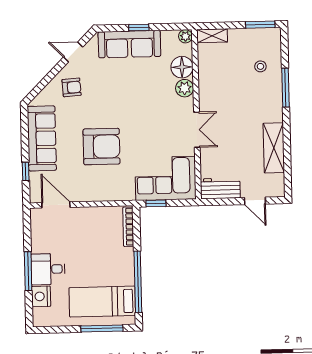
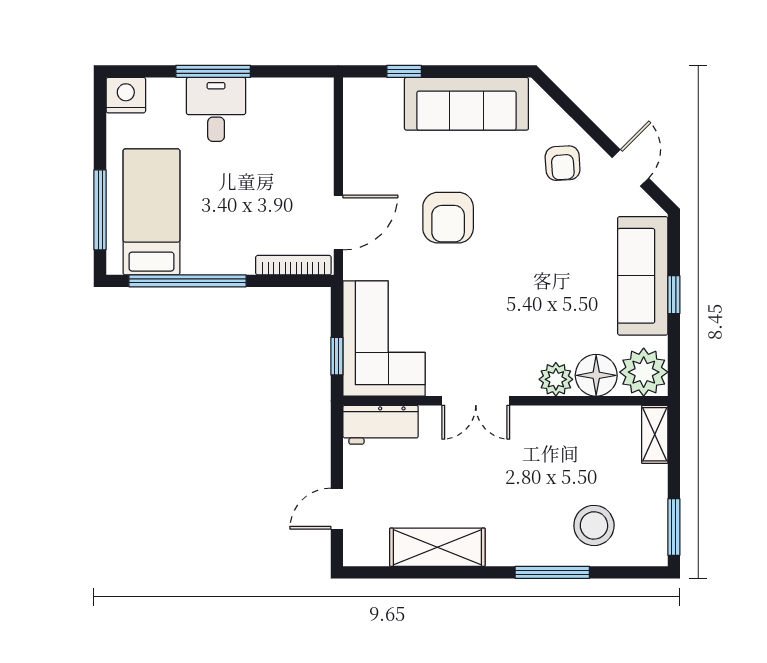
plant: (185, 36) -> (644, 372), width x1.88, depth x1.88
stool: (260, 66) -> (594, 525), width x1.89, depth x1.89
armchair: (101, 147) -> (448, 218), width x0.73, depth x0.73
workbench: (220, 188) -> (381, 425), moved, turned 90
window: (156, 203) -> (337, 356), moved
door: (56, 205) -> (338, 222), moved
nightstand: (41, 296) -> (126, 95), moved

